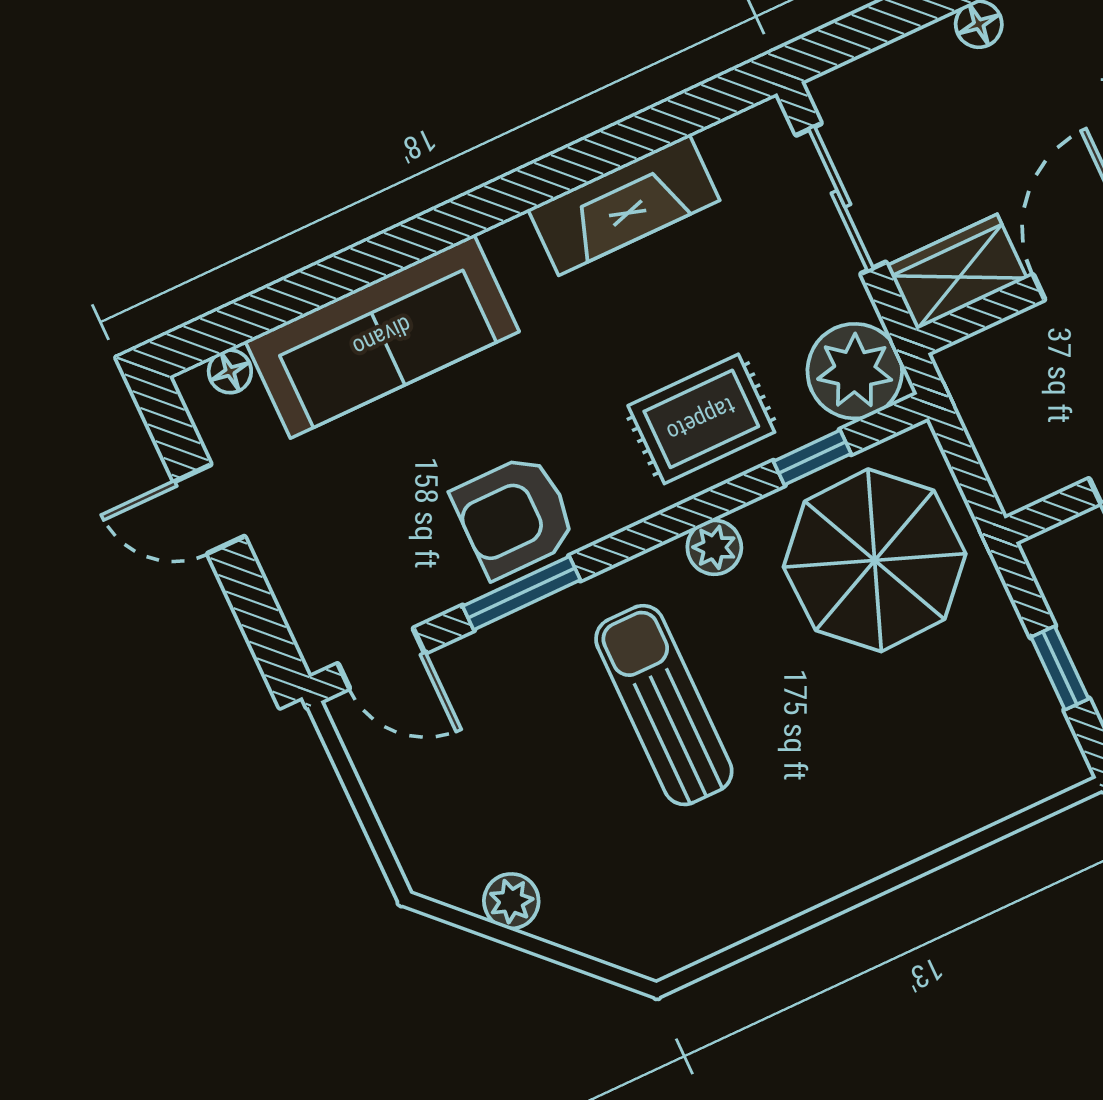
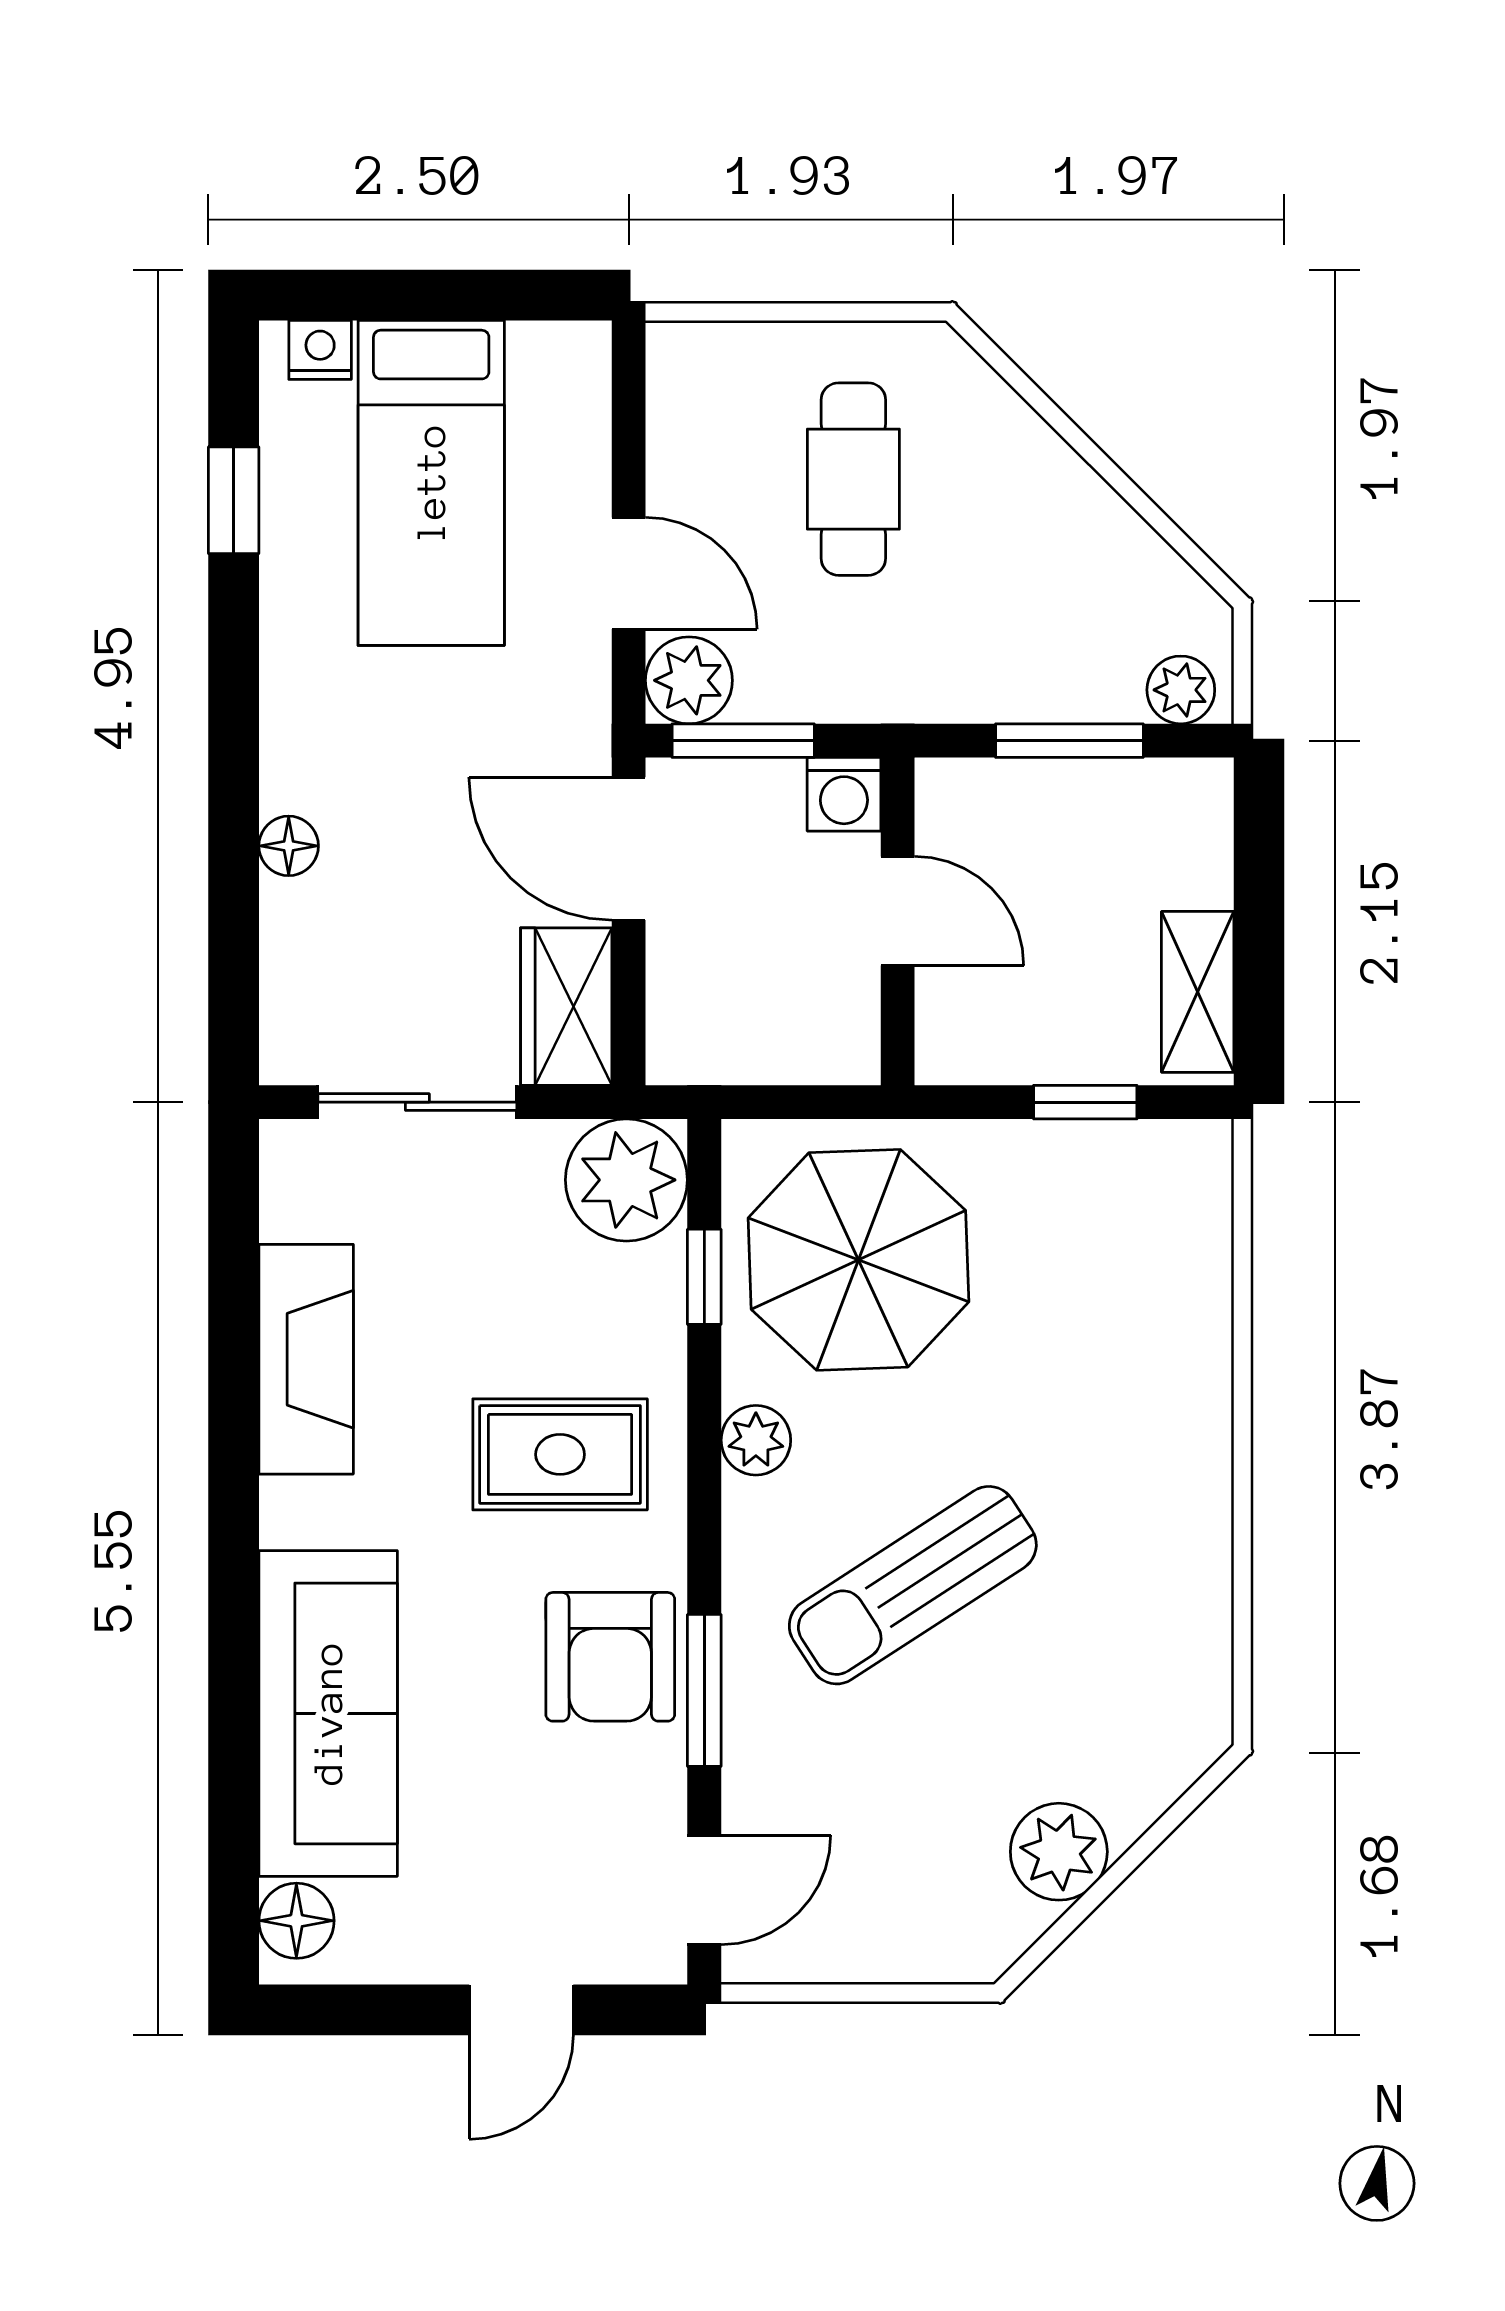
floor lamp: (230, 371) -> (296, 1921), width x1.37, depth x1.37
rug: (701, 419) -> (560, 1454), moved, turned 90
door: (209, 509) -> (521, 2010), moved
sun lounger: (664, 705) -> (913, 1585), turned -33
plant: (511, 901) -> (1059, 1852), width x1.38, depth x1.38

